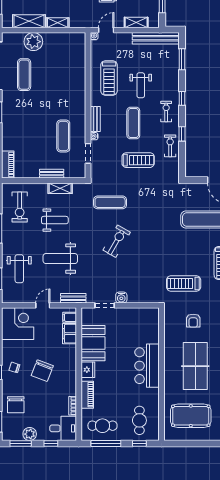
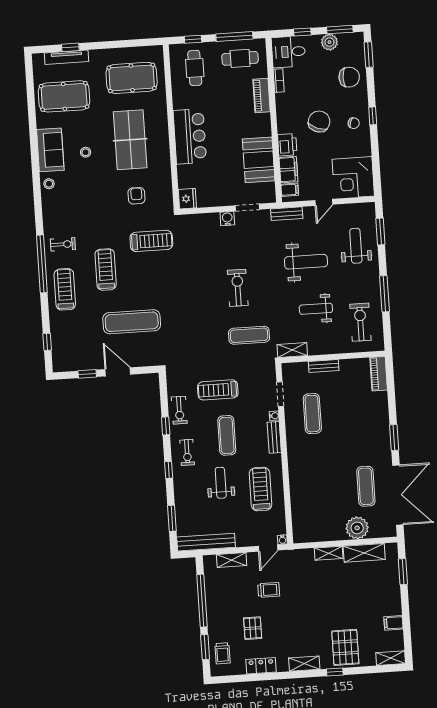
shelving: (60, 188) -> (292, 350), moved
exercise bike: (117, 241) -> (238, 288), turned 150
printer: (69, 354) -> (287, 145), added
fridge: (88, 370) -> (187, 199), moved, turned 180
chair: (16, 405) -> (349, 77), turned 90

